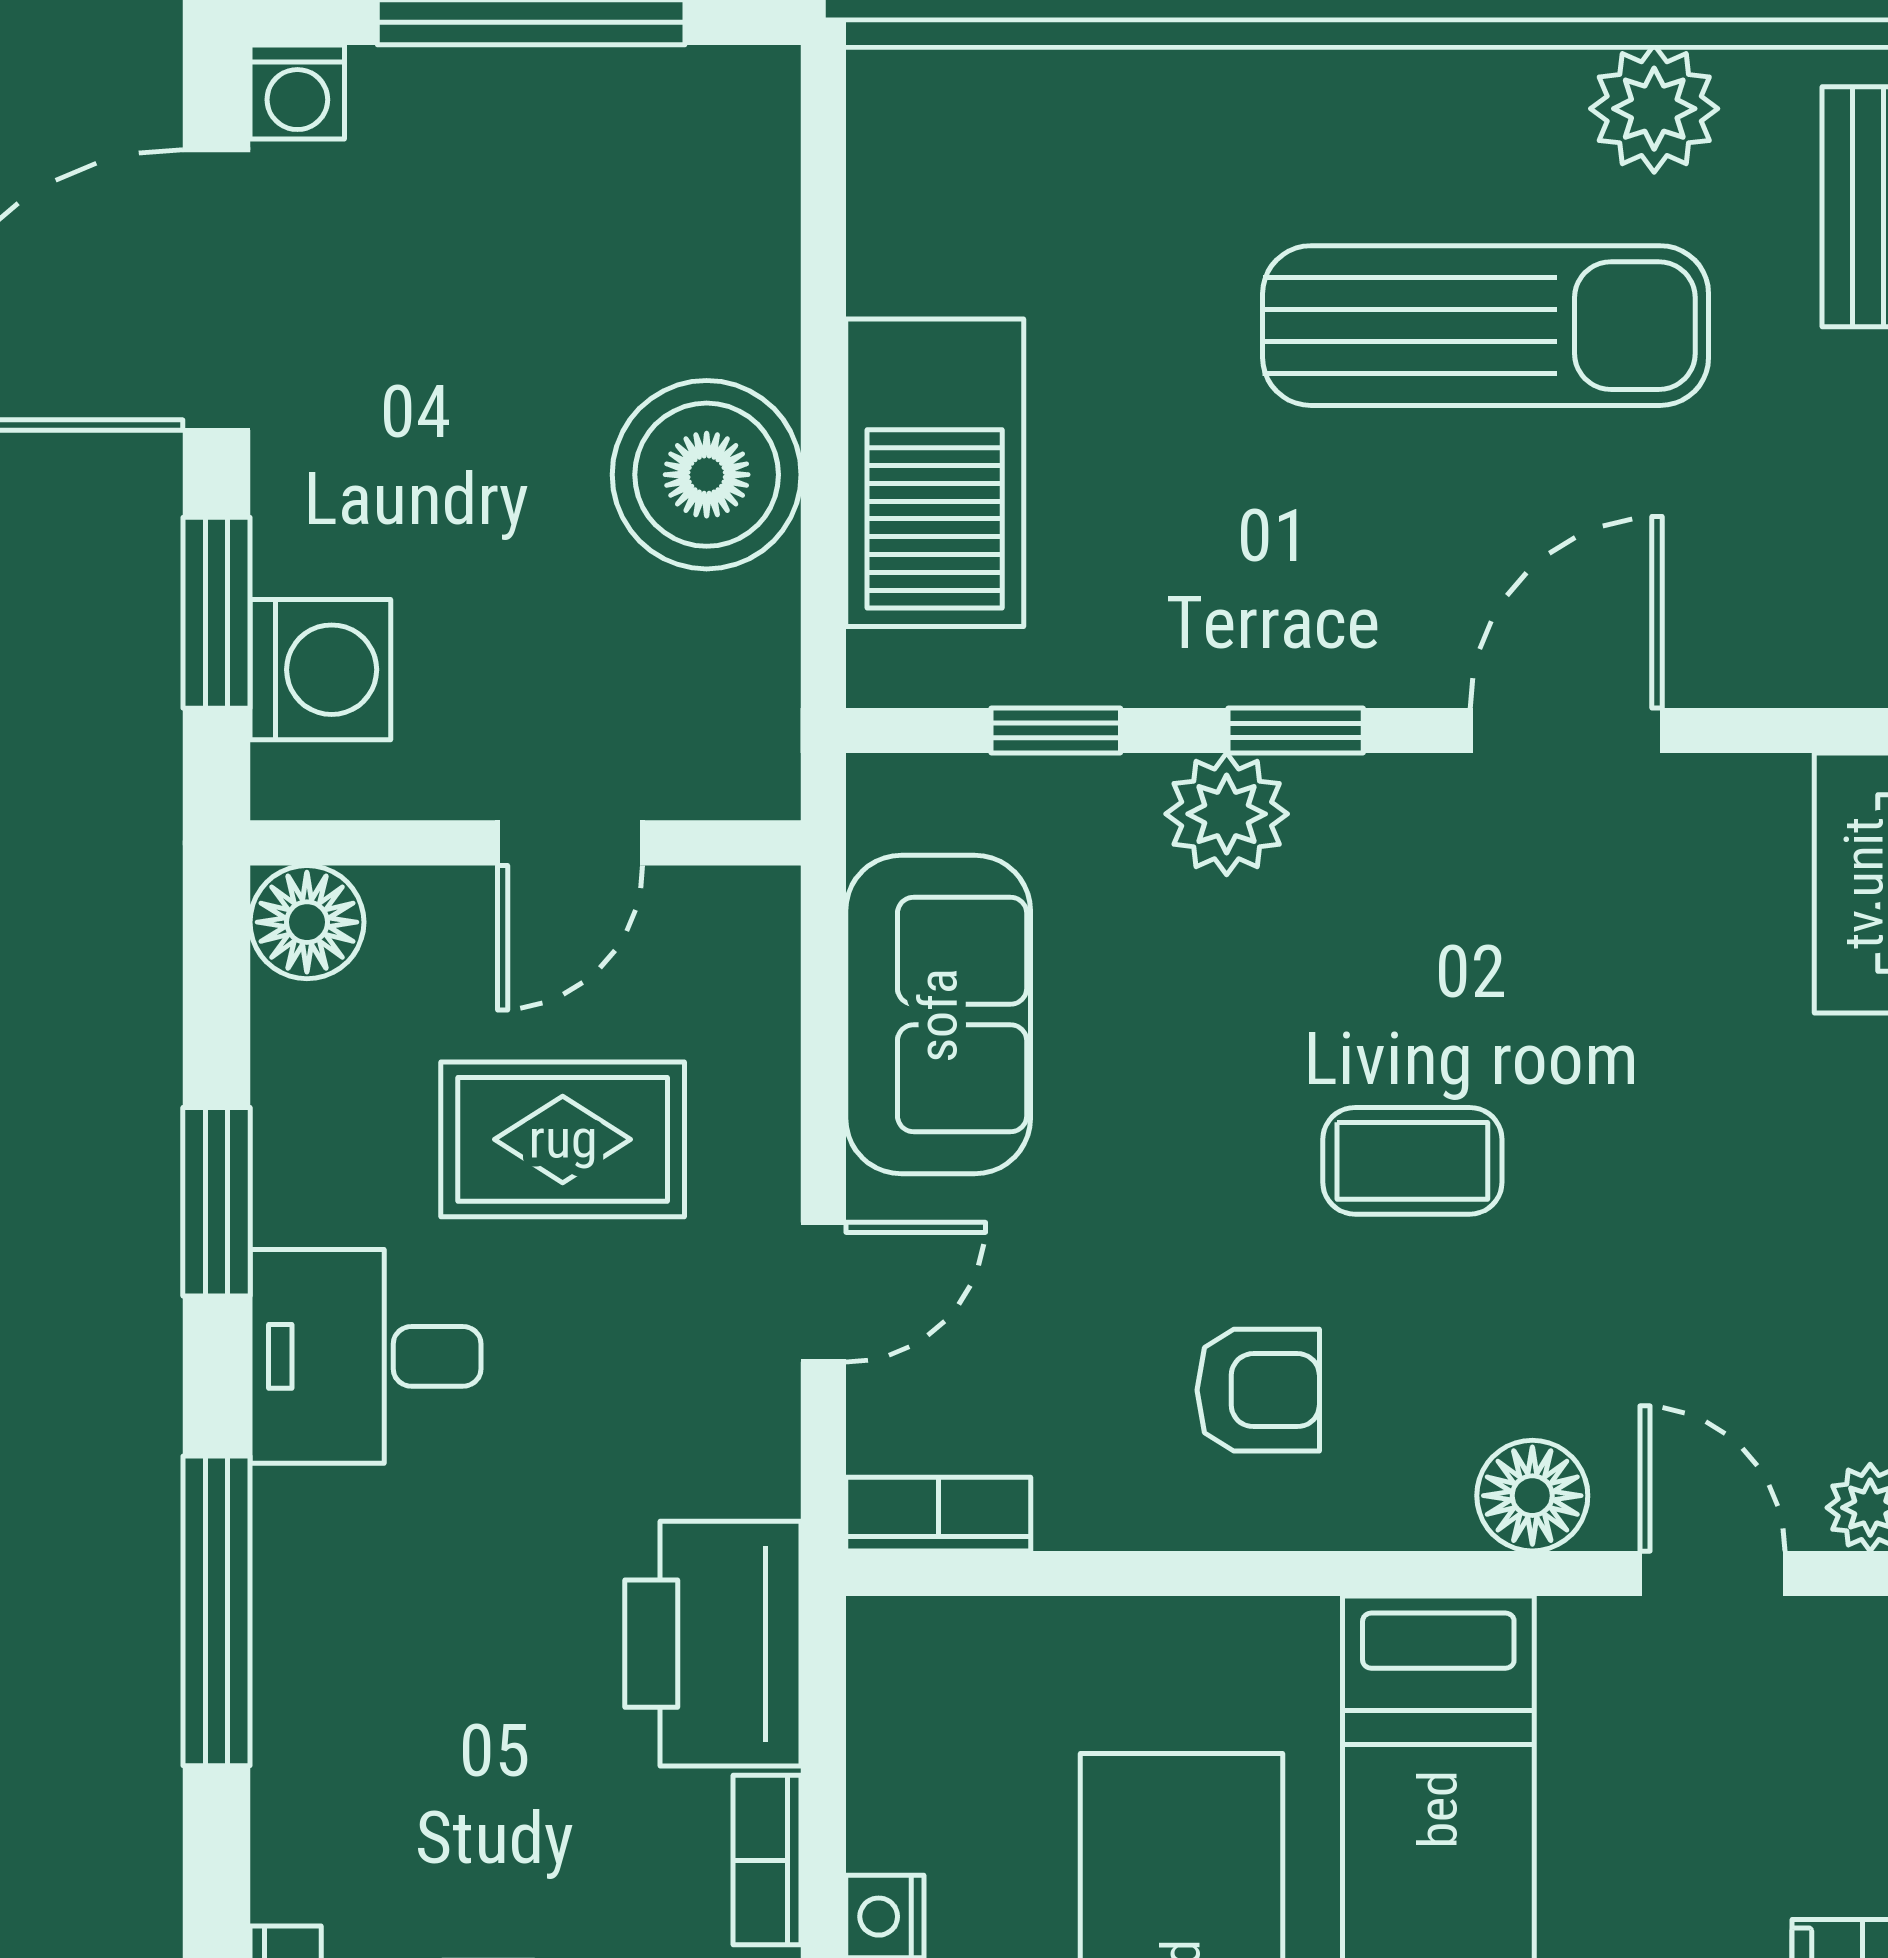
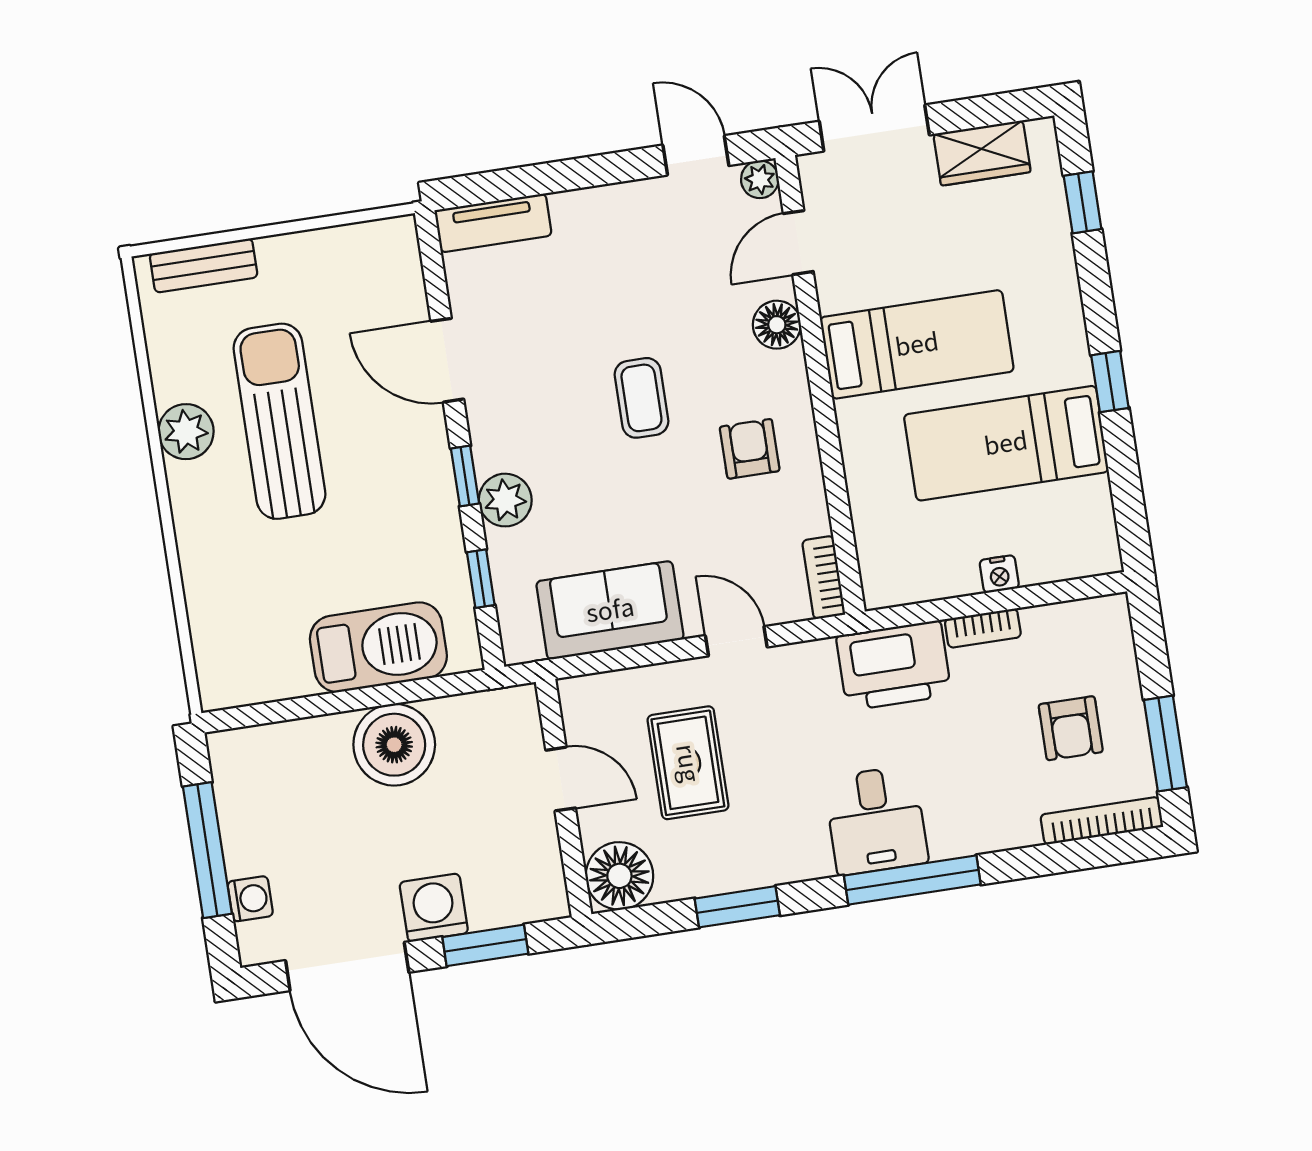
washing machine: (297, 92) -> (250, 899), moved
plant: (1654, 109) -> (186, 432), moved
washing machine: (320, 670) -> (434, 908), moved
floor lamp: (307, 922) -> (619, 876), width x1.38, depth x1.38
desk: (366, 1356) -> (876, 820), moved

